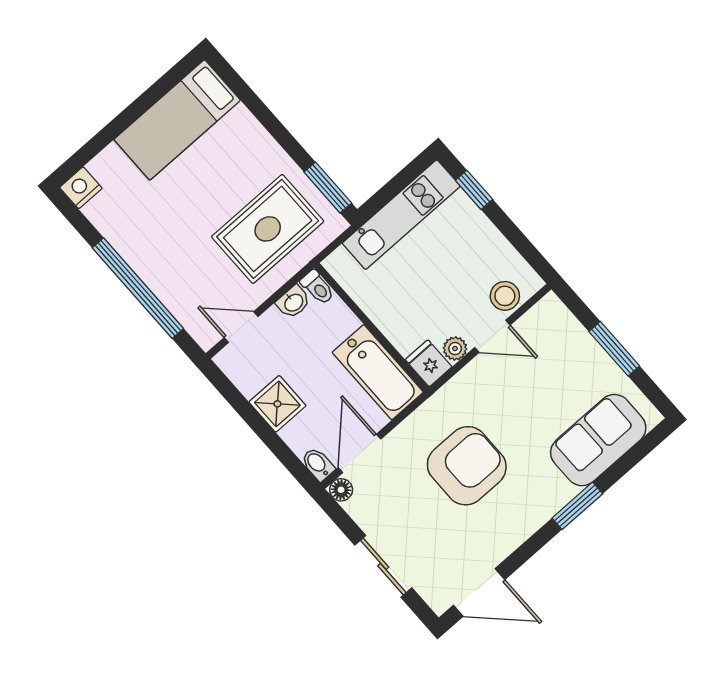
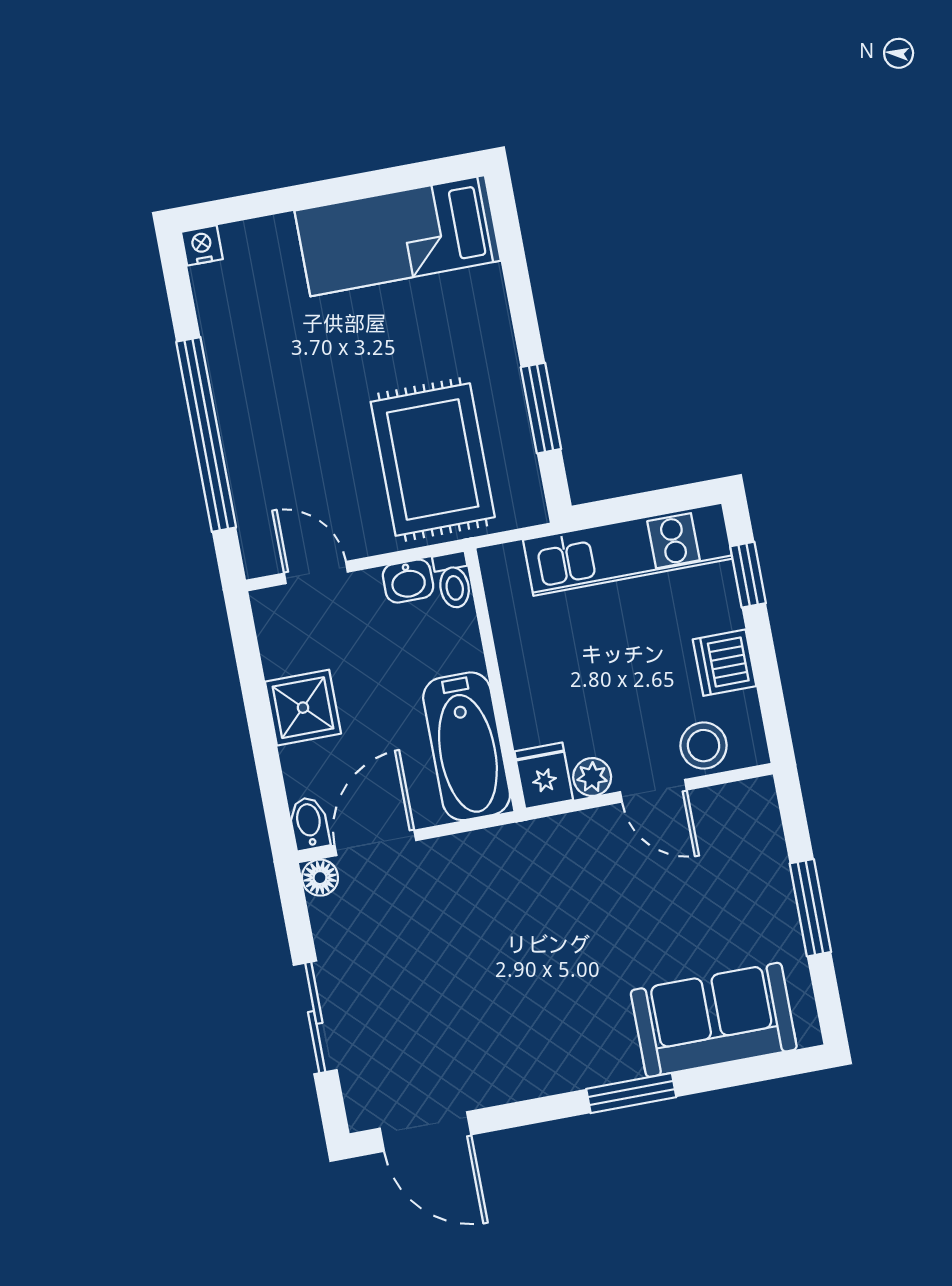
nightstand: (81, 188) -> (202, 245), width x0.72, depth x0.74
window: (328, 188) -> (541, 408), moved
rug: (268, 229) -> (433, 459), turned 90
dishwasher: (490, 245) -> (725, 663), added
armchair: (467, 466) -> (512, 947), removed

